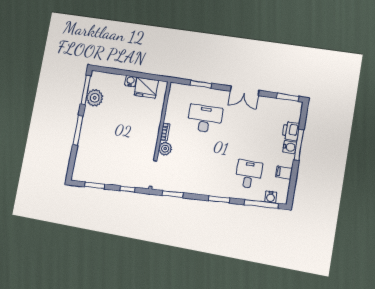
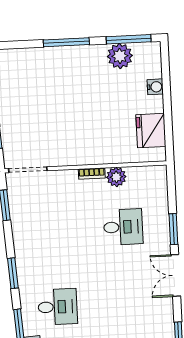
water cooler: (130, 81) -> (155, 87), moved
window: (201, 84) -> (173, 229), moved
desk: (205, 119) -> (123, 227), width x0.73
plant: (165, 149) -> (116, 177), moved

